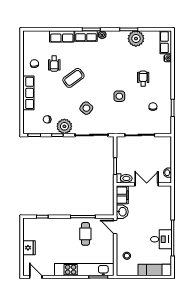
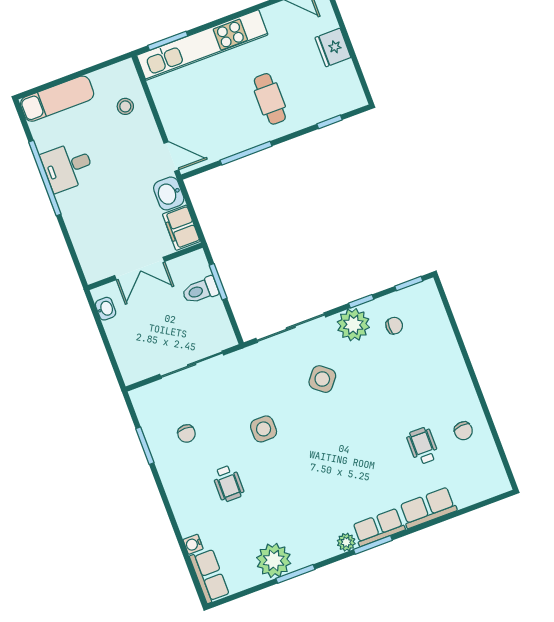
coffee table: (73, 78) -> (372, 431), removed
row of seats: (28, 93) -> (453, 366), removed
toilet: (124, 178) -> (200, 290), moved
cafe table: (85, 234) -> (270, 99), moved

